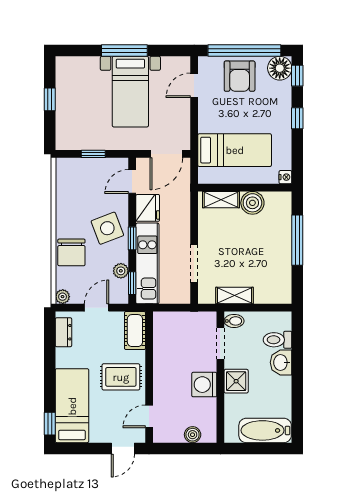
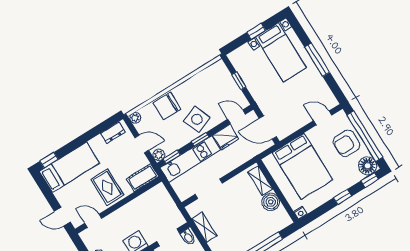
bed with nightstands: (130, 92) -> (281, 52), moved, turned -90
bed: (235, 150) -> (303, 166), width x1.50
plant: (121, 271) -> (159, 155), moved

